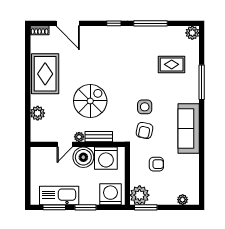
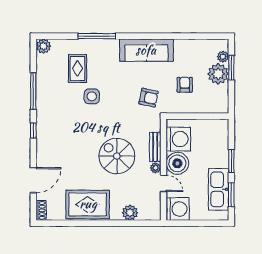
side table: (145, 107) -> (92, 96), moved
washing machine: (110, 194) -> (178, 209), moved, turned 180
plant: (140, 195) -> (218, 74), moved
window: (146, 207) -> (231, 68), moved

